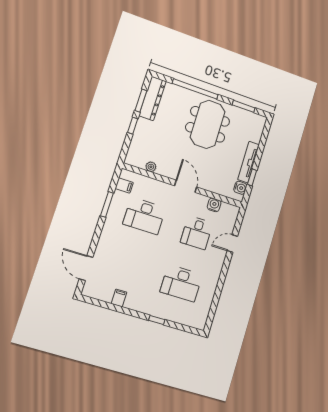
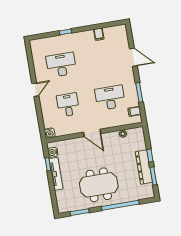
dresser: (152, 98) -> (144, 167), moved
meeting table: (208, 124) -> (99, 185), turned 90
water cooler: (214, 205) -> (50, 133), moved
door: (232, 243) -> (35, 90), moved
door: (86, 268) -> (133, 57), moved

